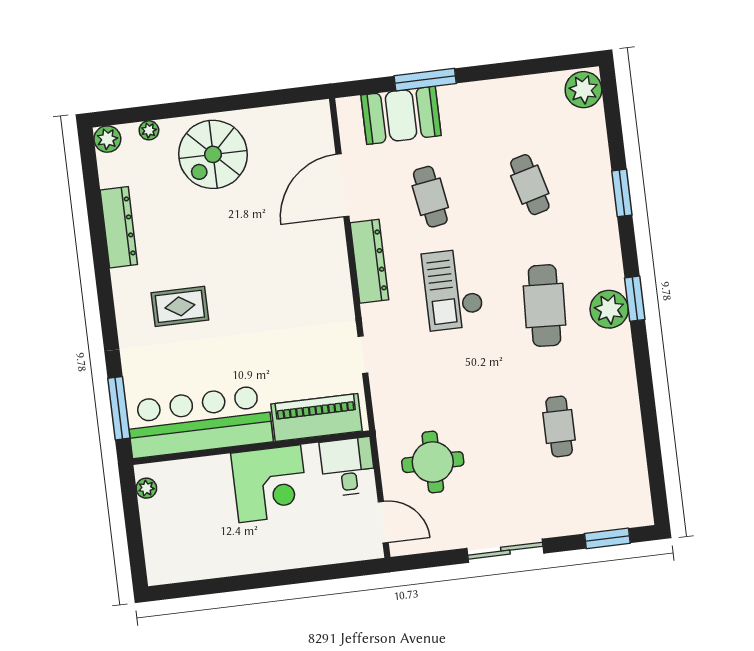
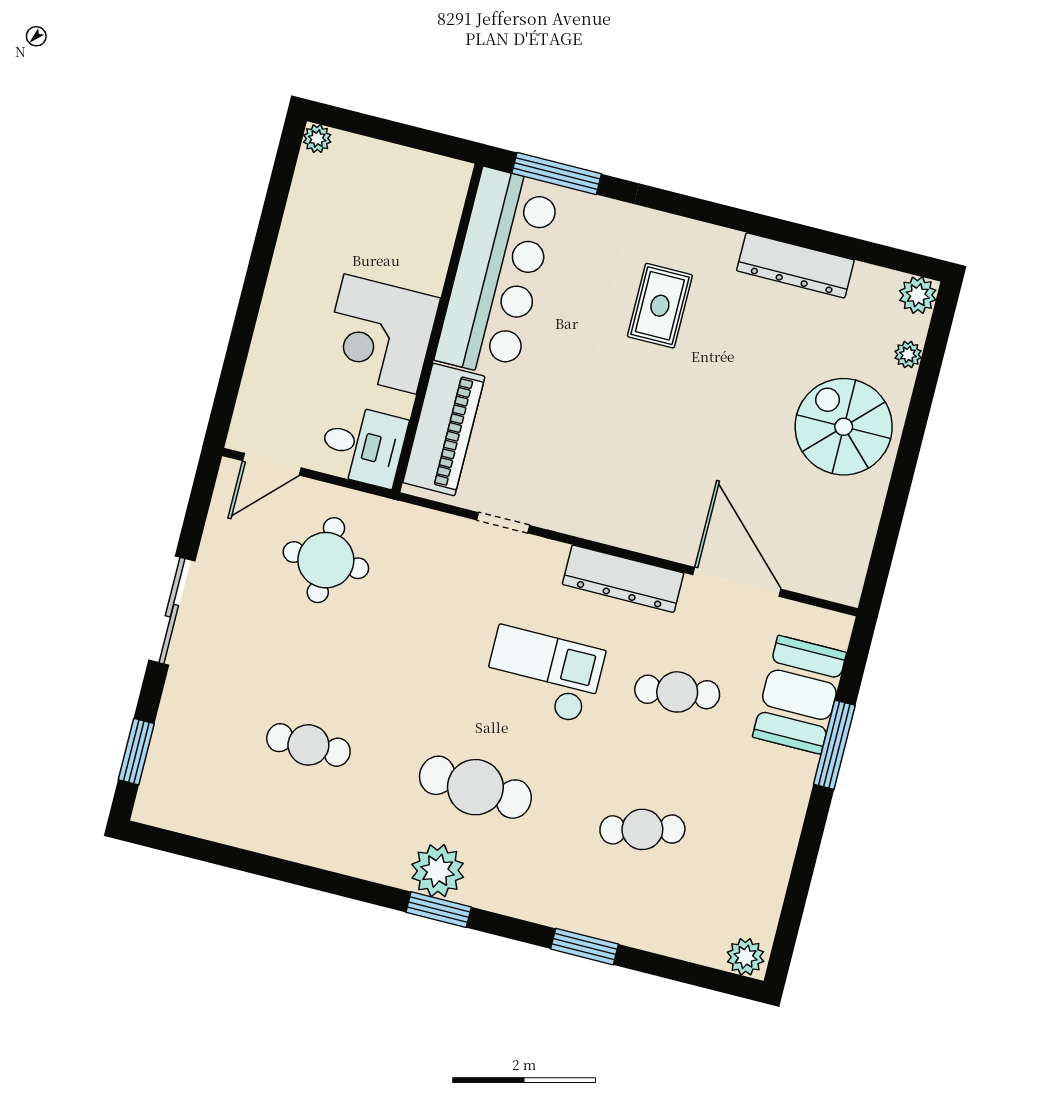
plant: (583, 90) -> (745, 957), width x0.73, depth x0.73
plant: (146, 488) -> (317, 139), moved

